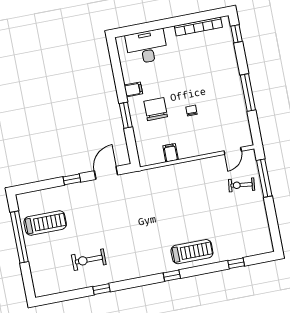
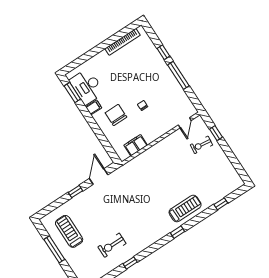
window: (236, 34) -> (163, 52), moved
desk: (147, 47) -> (87, 87), moved, turned -90
window: (126, 115) -> (72, 92), moved
filing cabinet: (171, 153) -> (136, 145), width x2.00
window: (264, 178) -> (216, 133), width x0.46
treadmill: (45, 223) -> (69, 231), turned -90
window: (19, 237) -> (54, 249), width x0.68

